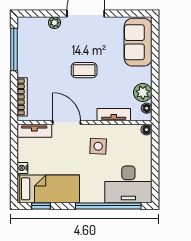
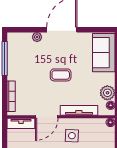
tv unit: (114, 115) -> (79, 110), width x1.41
door: (67, 123) -> (47, 117), swing flipped

